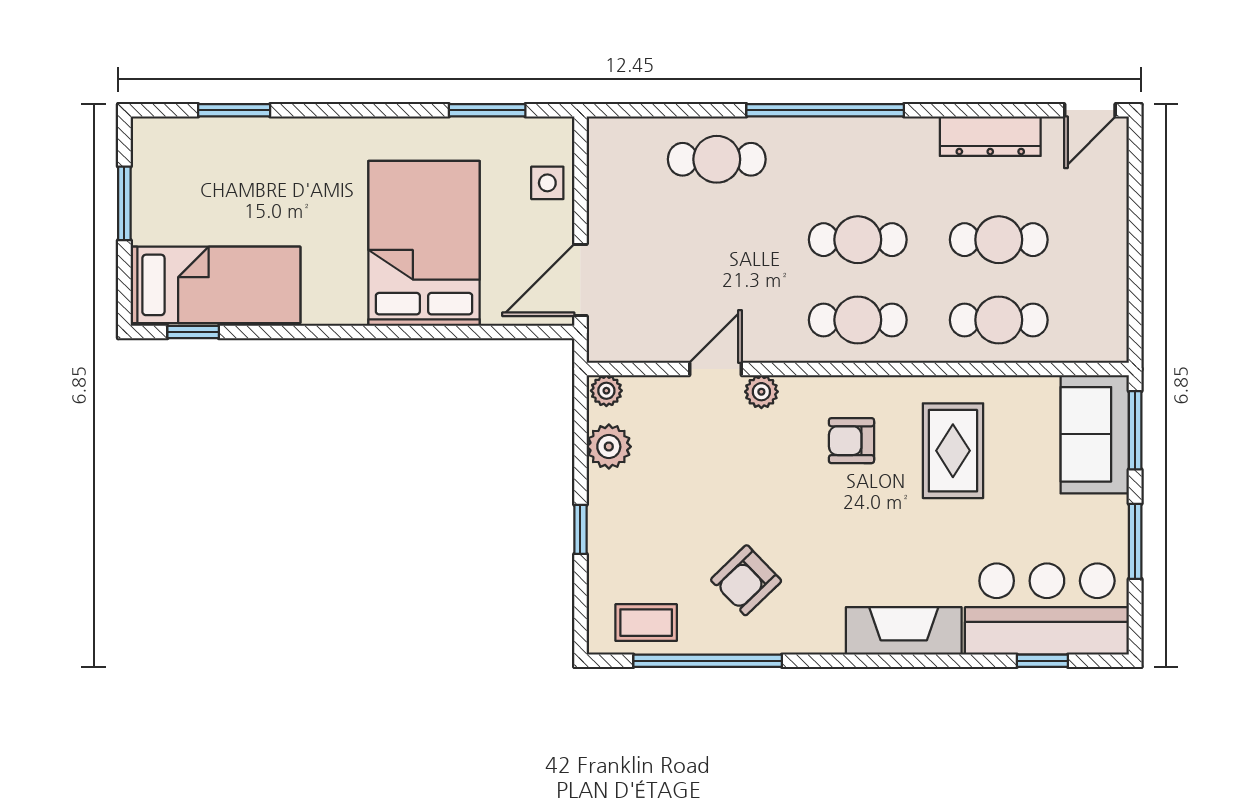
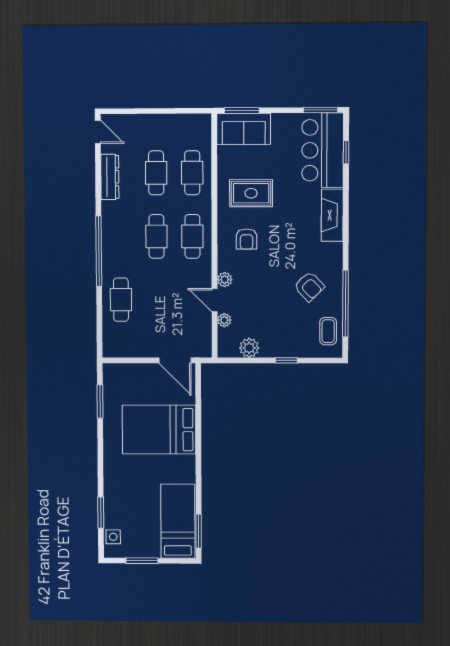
side table: (547, 183) -> (113, 537), moved
window: (193, 332) -> (199, 531), width x1.50
plant: (606, 391) -> (224, 320), moved
window: (1135, 541) -> (320, 110), moved

